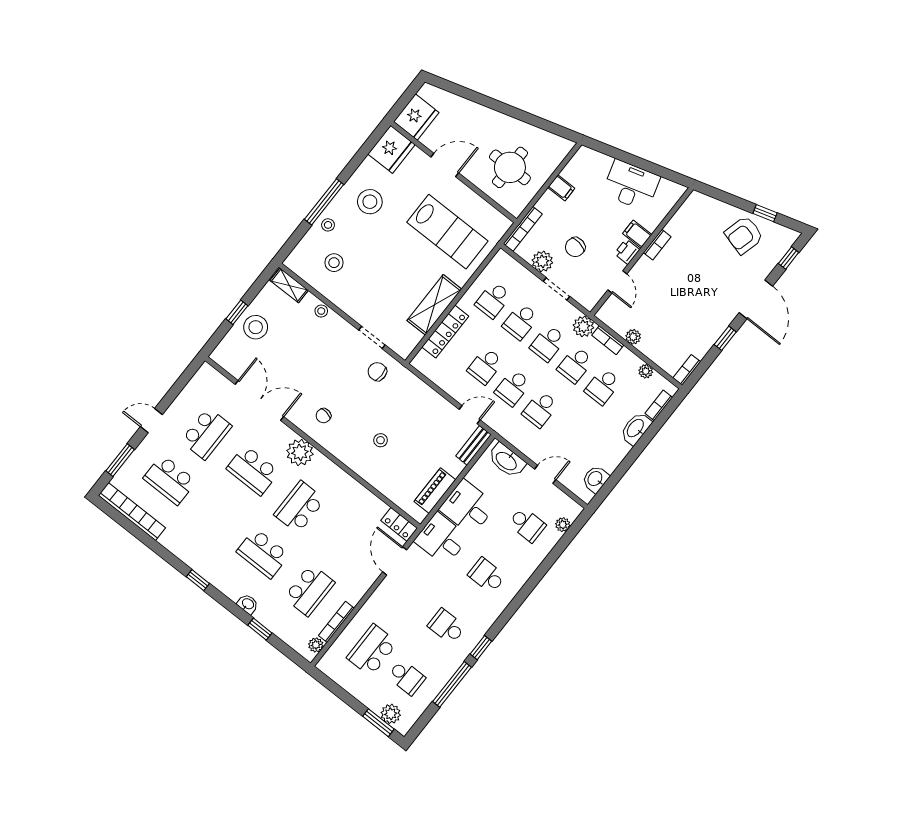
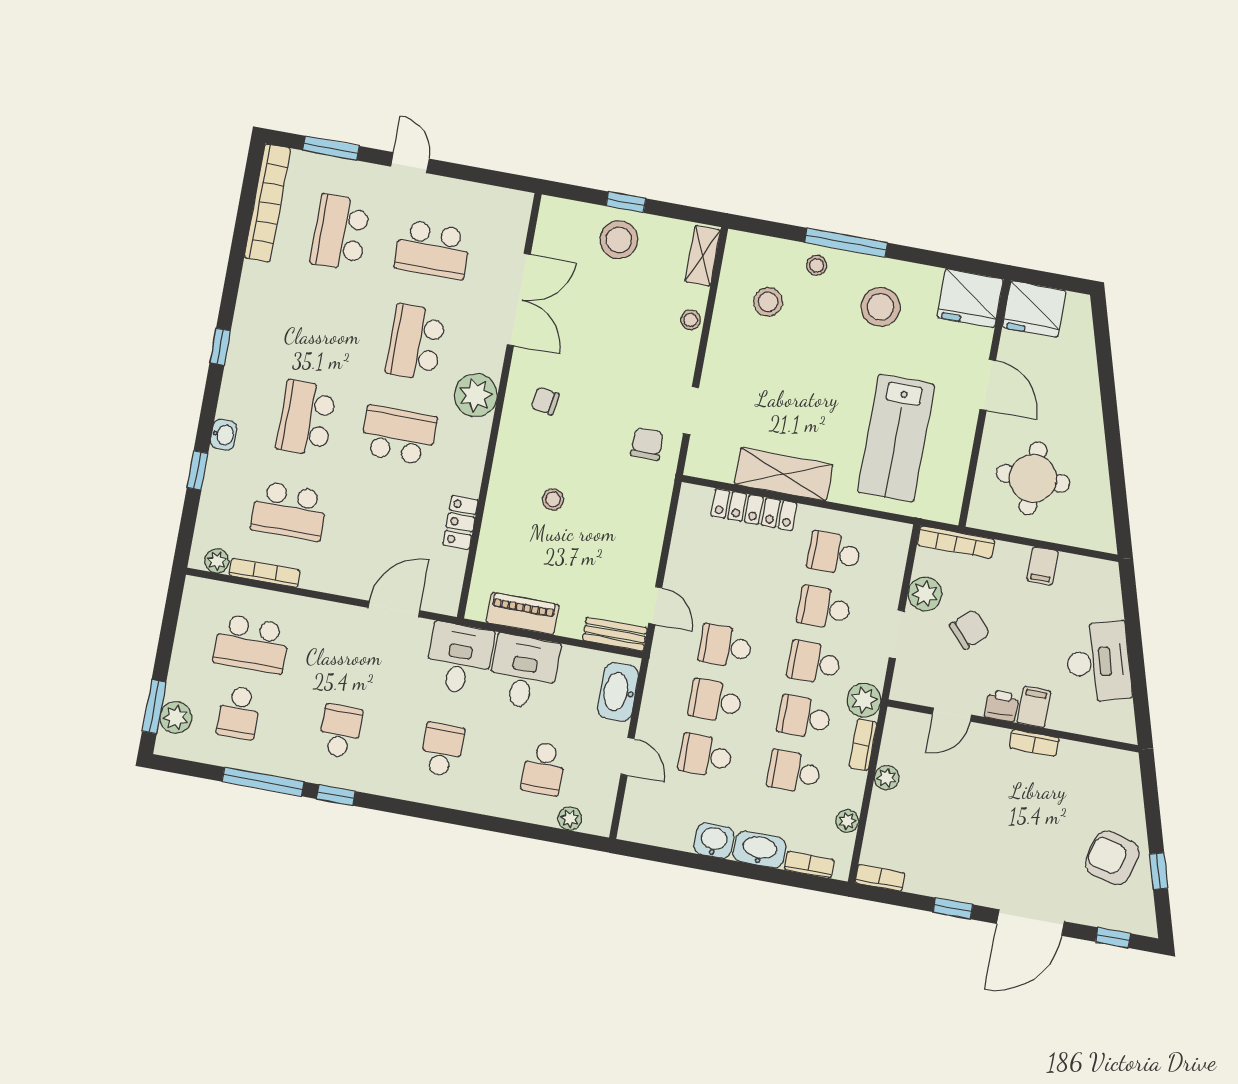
chair: (575, 247) -> (970, 629), turned 127
school desk: (485, 366) -> (705, 756), moved
washbasin: (595, 479) -> (714, 841), moved
locker: (399, 524) -> (460, 522), moved
school desk: (372, 650) -> (251, 644), turned 180

